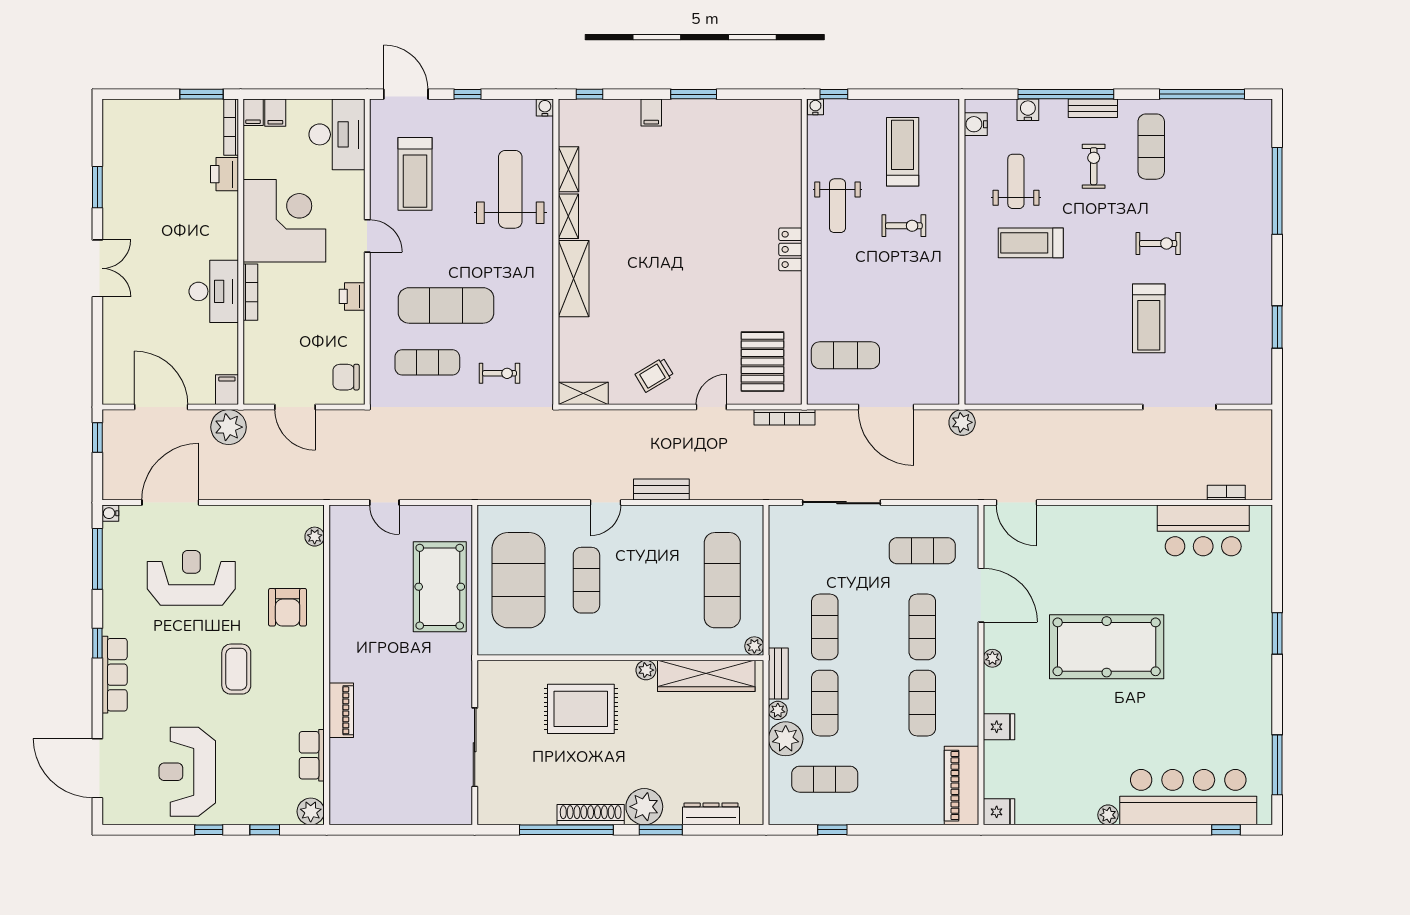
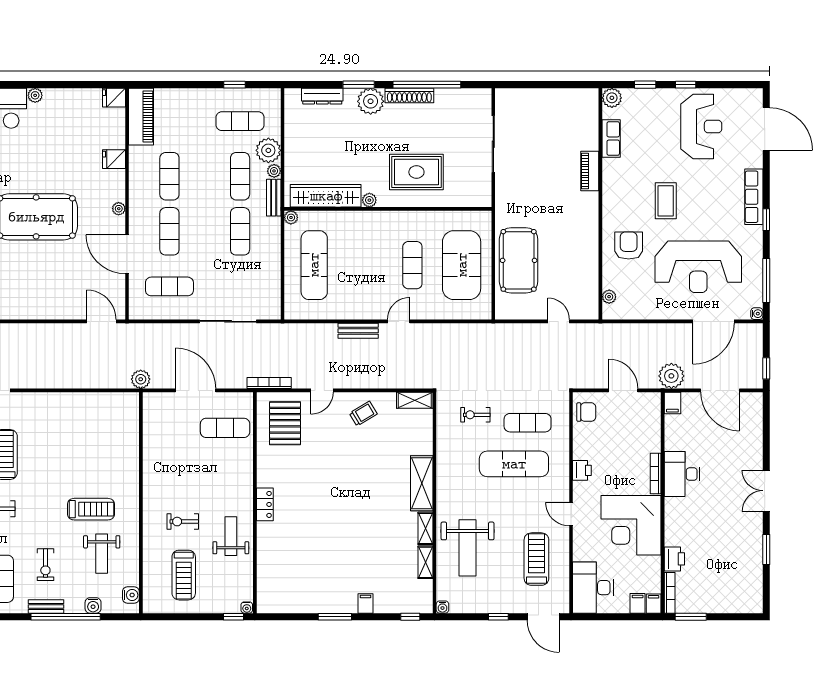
reception desk: (191, 578) -> (698, 267), width x1.36, depth x1.30

